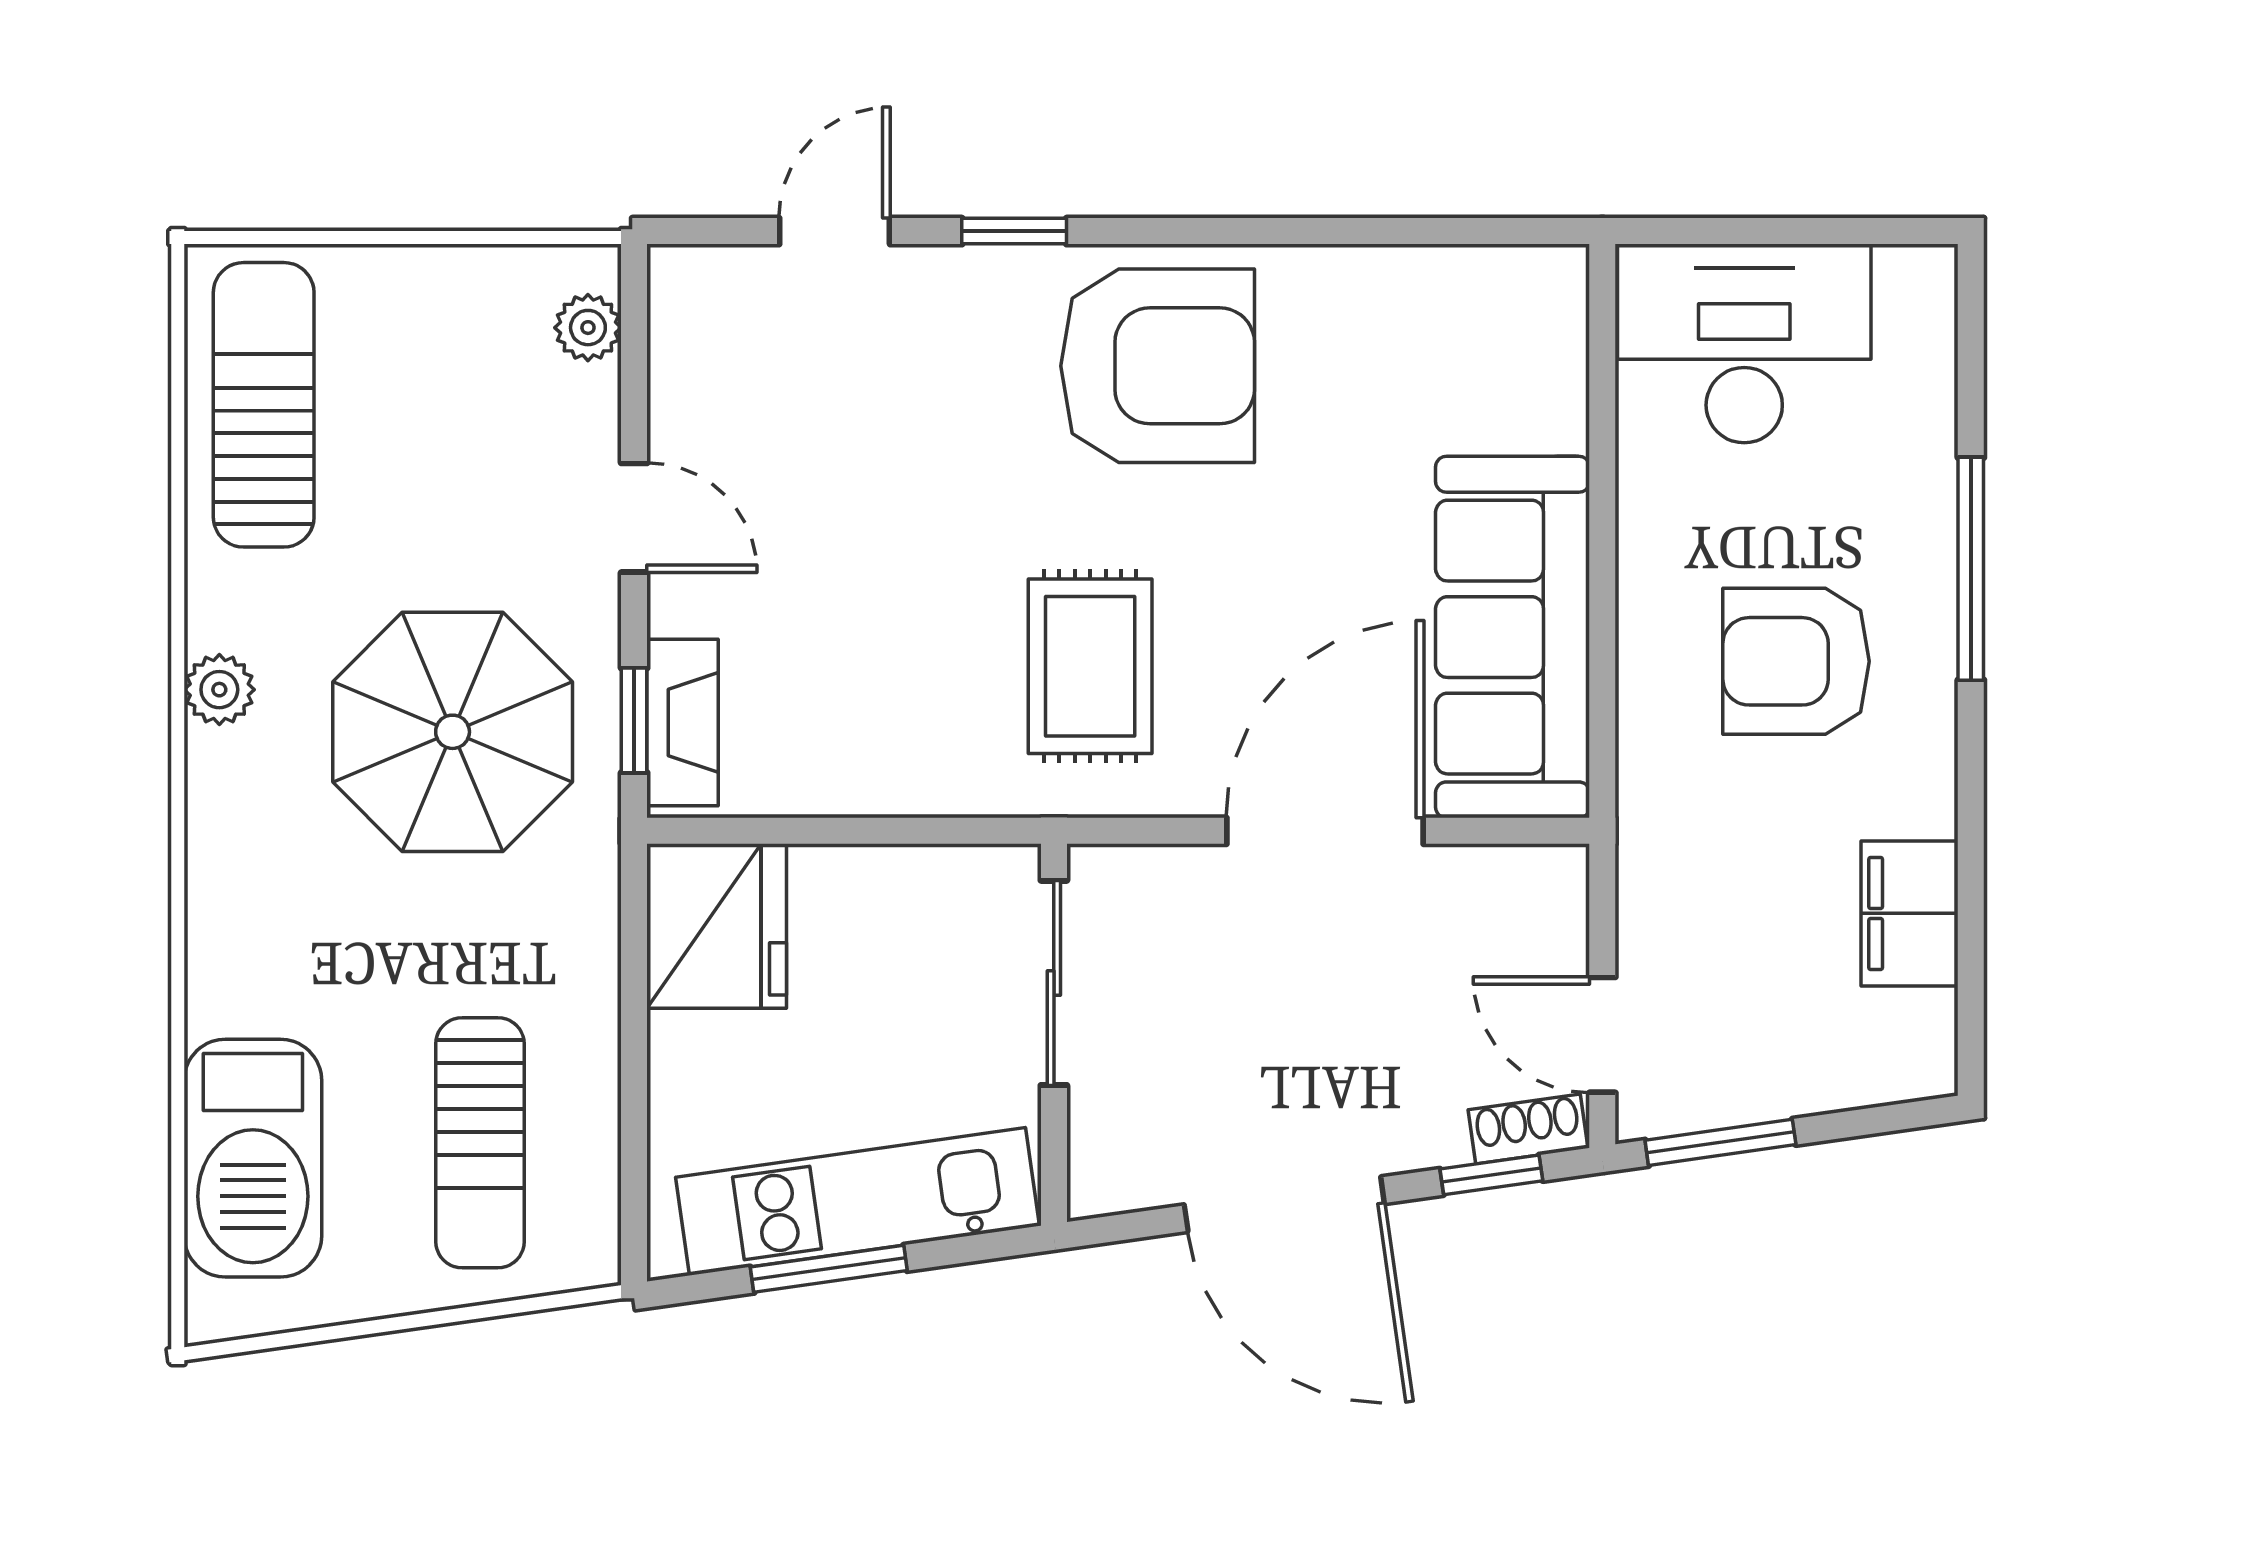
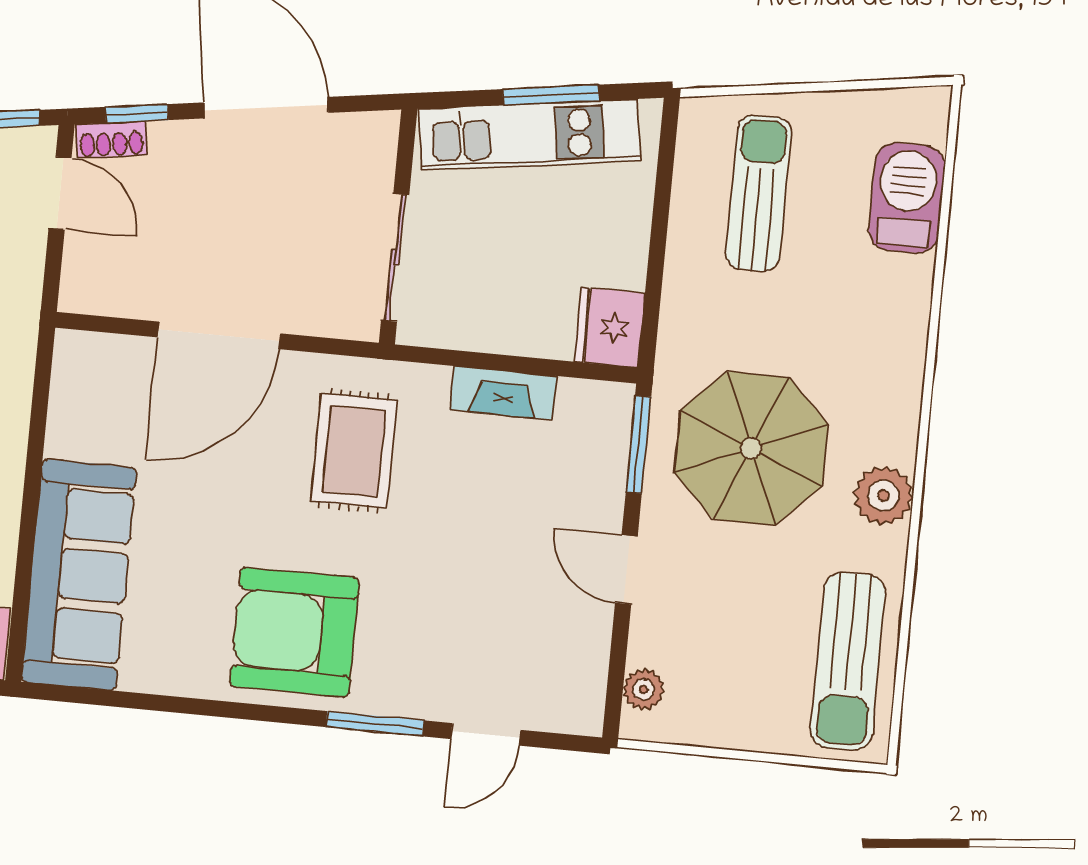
window: (1014, 231) -> (375, 724), width x1.50
sofa: (1513, 637) -> (79, 575), moved
plant: (219, 690) -> (883, 496), width x1.38, depth x1.38
window: (634, 720) -> (638, 445), width x1.50
fireplace: (683, 722) -> (503, 393), moved, turned -90
fridge: (717, 926) -> (609, 327), width x0.73, depth x0.75
barbecue: (253, 1158) -> (907, 198), width x0.73, depth x0.83

